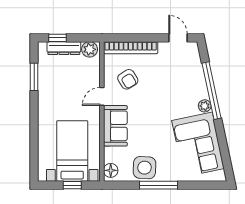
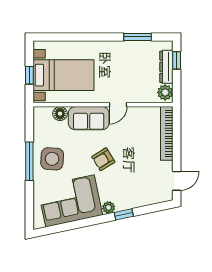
armchair: (128, 79) -> (103, 159), moved
window: (211, 91) -> (124, 214), width x0.32
door: (102, 96) -> (118, 105), swing flipped
side table: (144, 168) -> (52, 159), moved
floor lamp: (111, 170) -> (60, 114), moved

